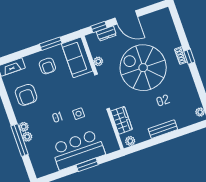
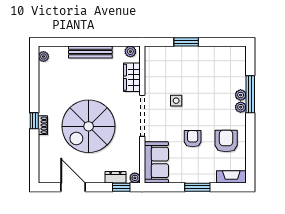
door: (126, 17) -> (73, 187), moved
window: (51, 44) -> (197, 187), moved
plant: (98, 61) -> (135, 178), moved
armchair: (47, 66) -> (193, 139), moved
spiral stairs: (143, 68) -> (89, 126), turned 90
bench: (163, 129) -> (90, 52), width x1.36
bar counter: (78, 150) -> (190, 62), removed

